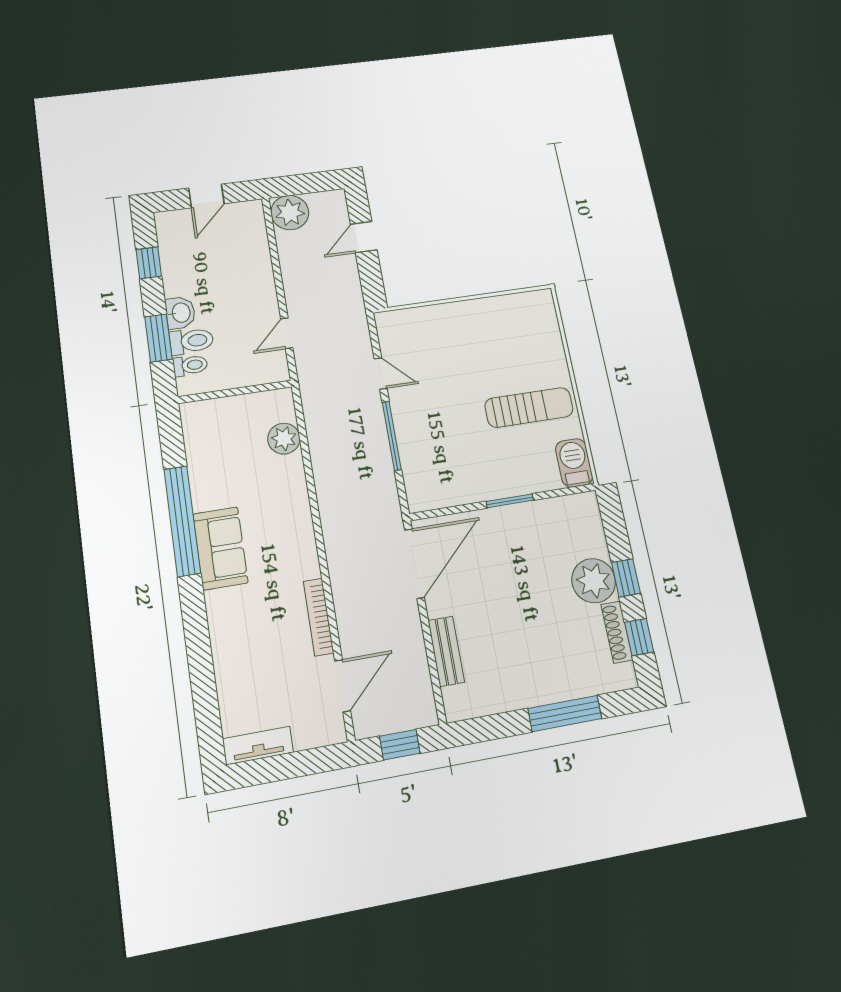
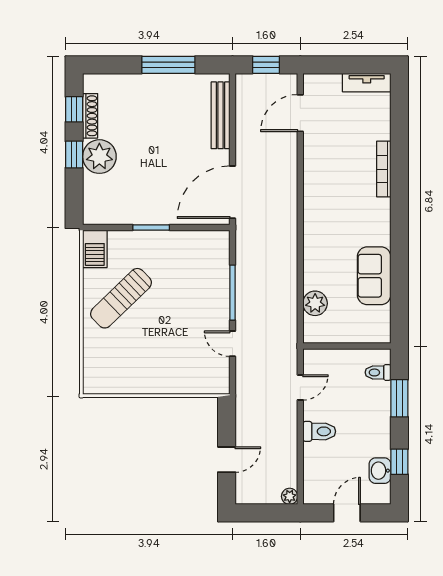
plant: (290, 213) -> (290, 496), width x0.53, depth x0.53
washbasin: (180, 313) -> (380, 471), moved
toilet: (192, 341) -> (319, 431), moved, turned 180
sun lounger: (529, 407) -> (121, 298), turned -44
window: (182, 521) -> (399, 252), removed
sofa: (220, 548) -> (374, 276), moved
bookcase: (318, 617) -> (384, 169), moved, turned 180
bench: (446, 651) -> (221, 115), width x1.36
window: (565, 713) -> (168, 65), moved

